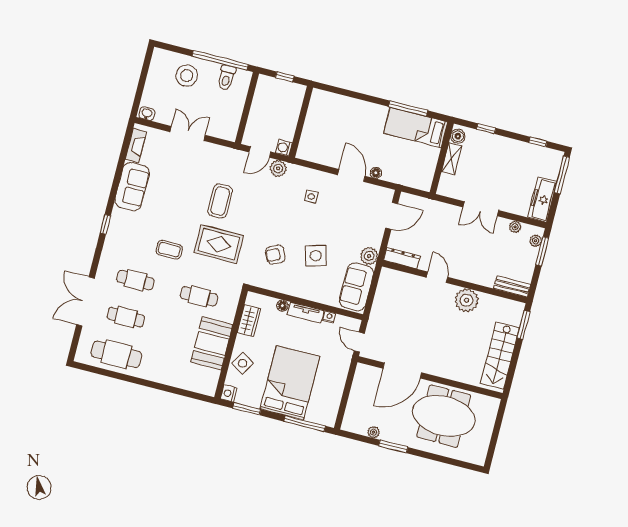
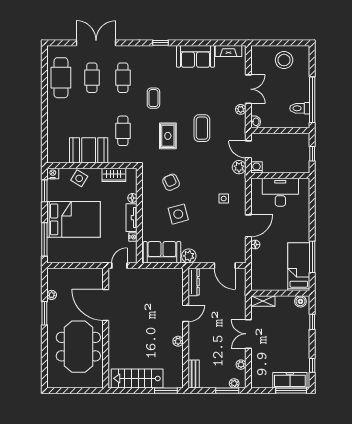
stool: (187, 76) -> (284, 60), moved
washbasin: (147, 114) -> (256, 122), moved
desk: (321, 127) -> (280, 192), added
plant: (210, 149) -> (241, 109), added
shelving: (452, 159) -> (263, 301), moved
freezer: (542, 200) -> (290, 380), moved
coffee table: (220, 201) -> (202, 128), turned 90
rug: (219, 244) -> (168, 136), width x0.73, depth x0.70
plant: (466, 300) -> (178, 341), width x0.53, depth x0.53

